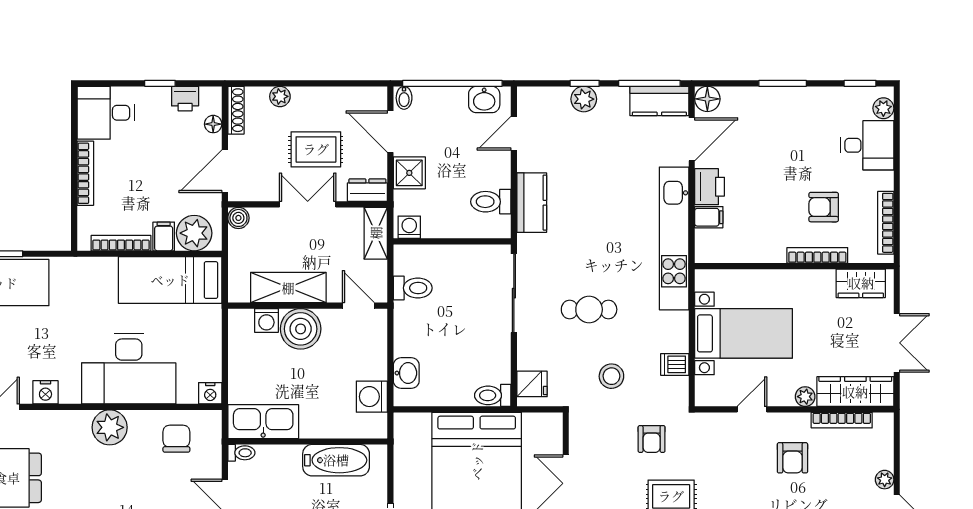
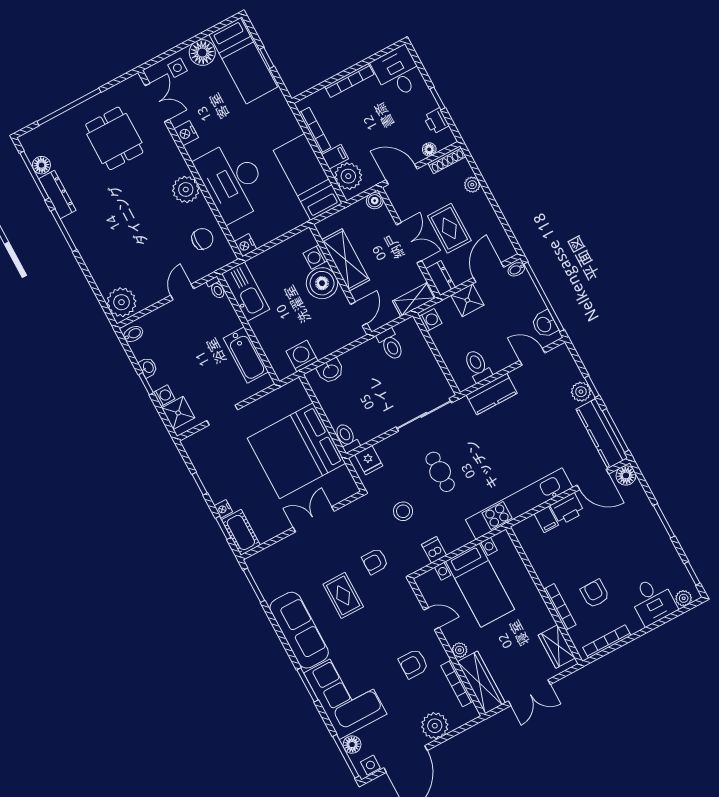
kitchen counter: (659, 101) -> (602, 434), width x1.50
plant: (885, 480) -> (435, 726), width x1.87, depth x1.87

